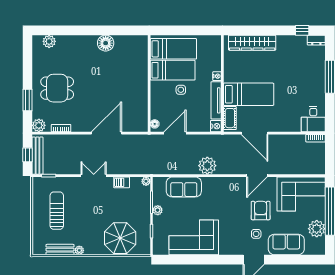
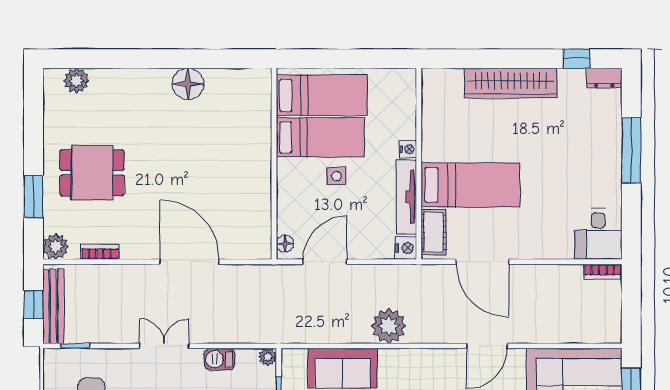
wardrobe: (252, 43) -> (511, 83), moved
door: (106, 133) -> (190, 262), hinge flipped

